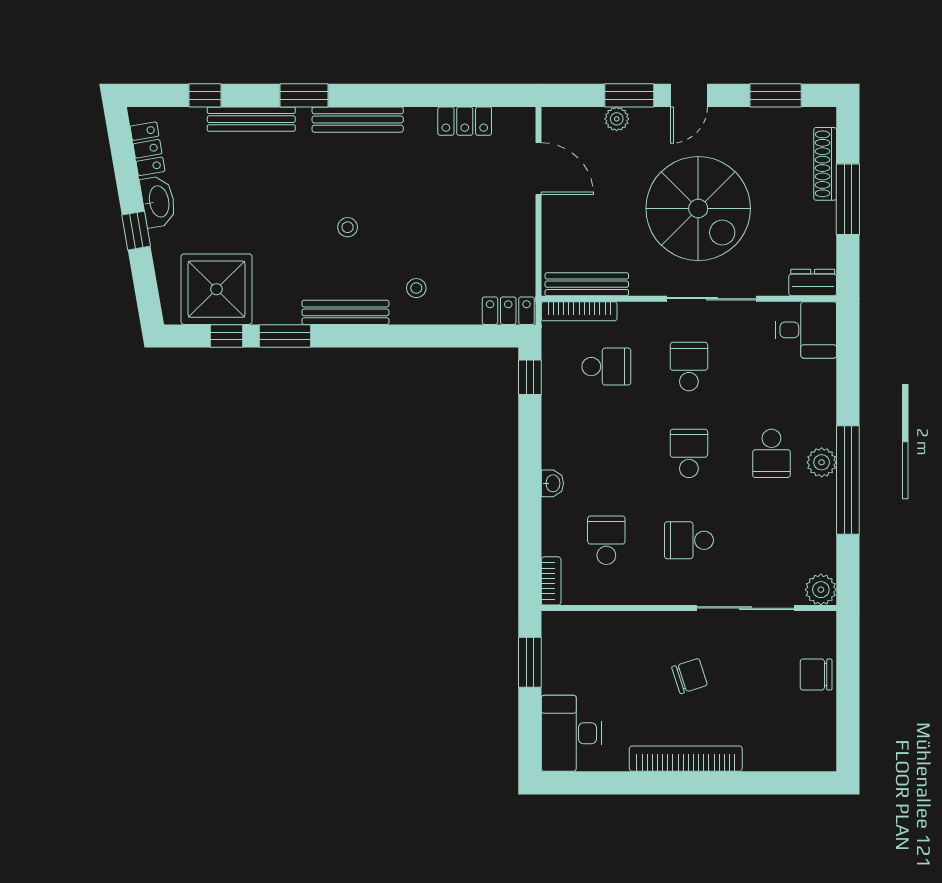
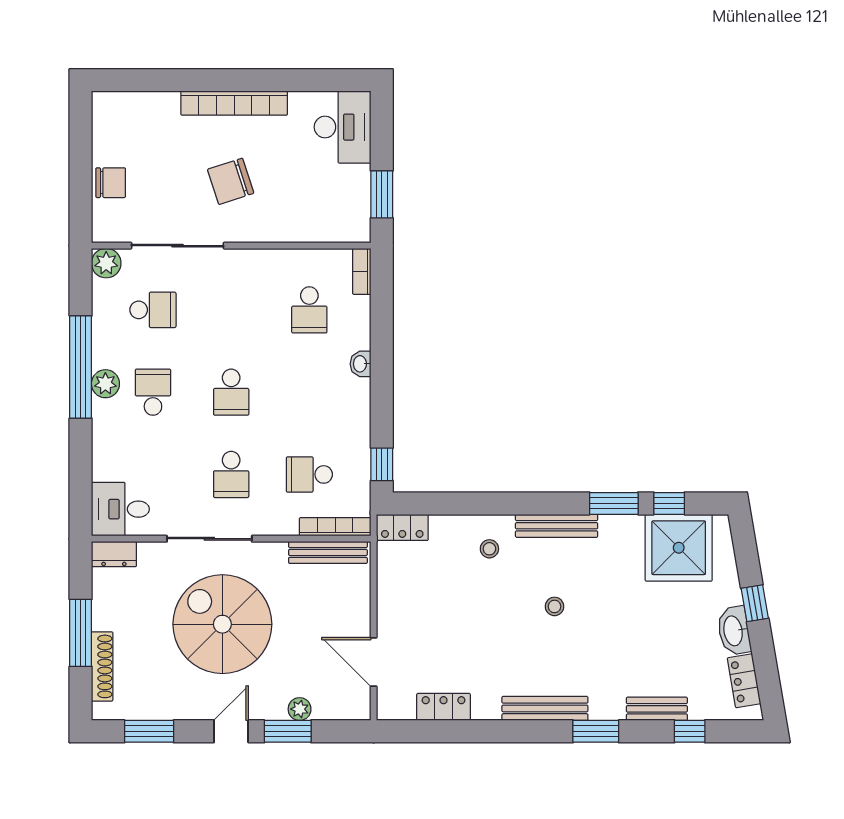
bench: (251, 119) -> (657, 709), width x0.73
school desk: (689, 540) -> (153, 310), moved
chair: (689, 676) -> (231, 181), width x1.37, depth x1.37

